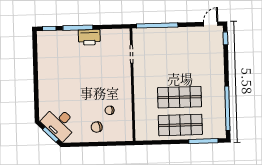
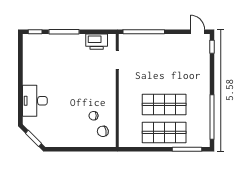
door: (211, 24) -> (198, 32), hinge flipped
printer: (89, 37) -> (97, 42), moved
desk: (59, 123) -> (35, 101), moved, turned 45
chair: (97, 127) -> (103, 131), moved

